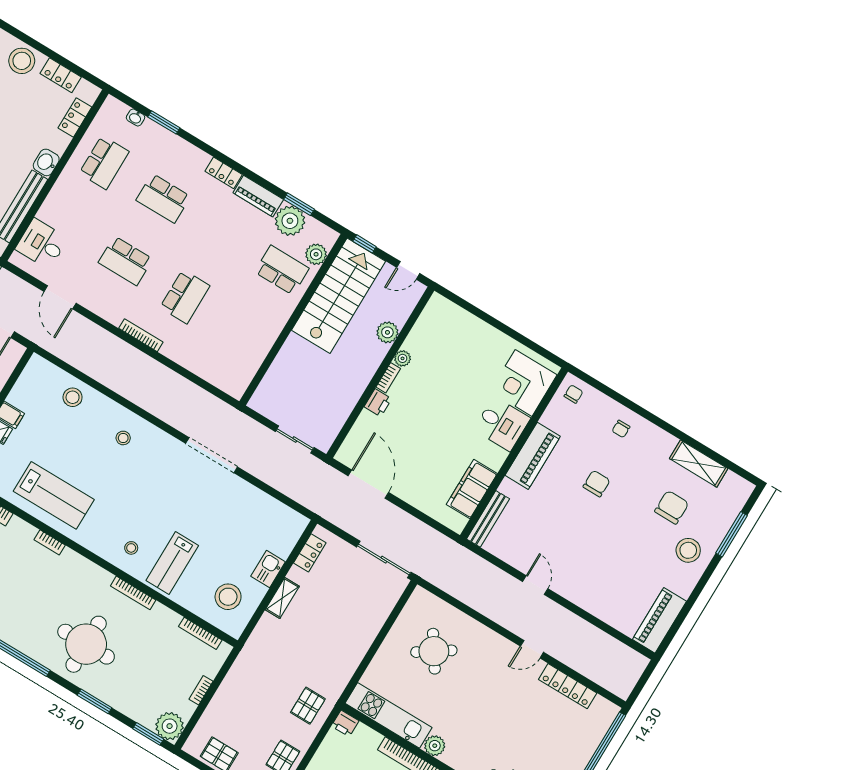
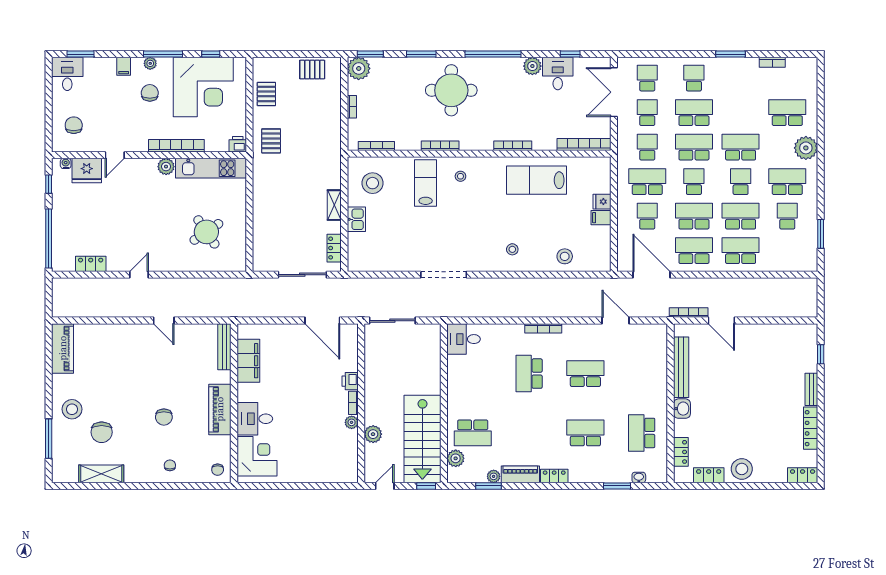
plant: (290, 221) -> (494, 476), width x0.53, depth x0.53
desk: (42, 244) -> (464, 339), moved, turned 180
sliding door: (295, 439) -> (392, 321), width x1.37
bookcase: (50, 542) -> (513, 146), width x1.56
sliding door: (384, 560) -> (302, 275), moved
locker: (568, 686) -> (91, 264), width x0.66

